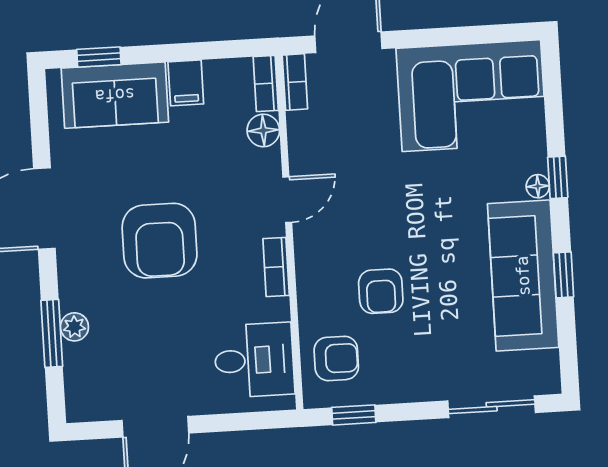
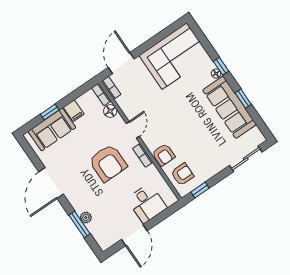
window: (99, 57) -> (50, 112), moved
armchair: (160, 241) -> (108, 163), moved
armchair: (381, 291) -> (164, 155), moved
desk: (254, 360) -> (147, 203), moved, turned 90

